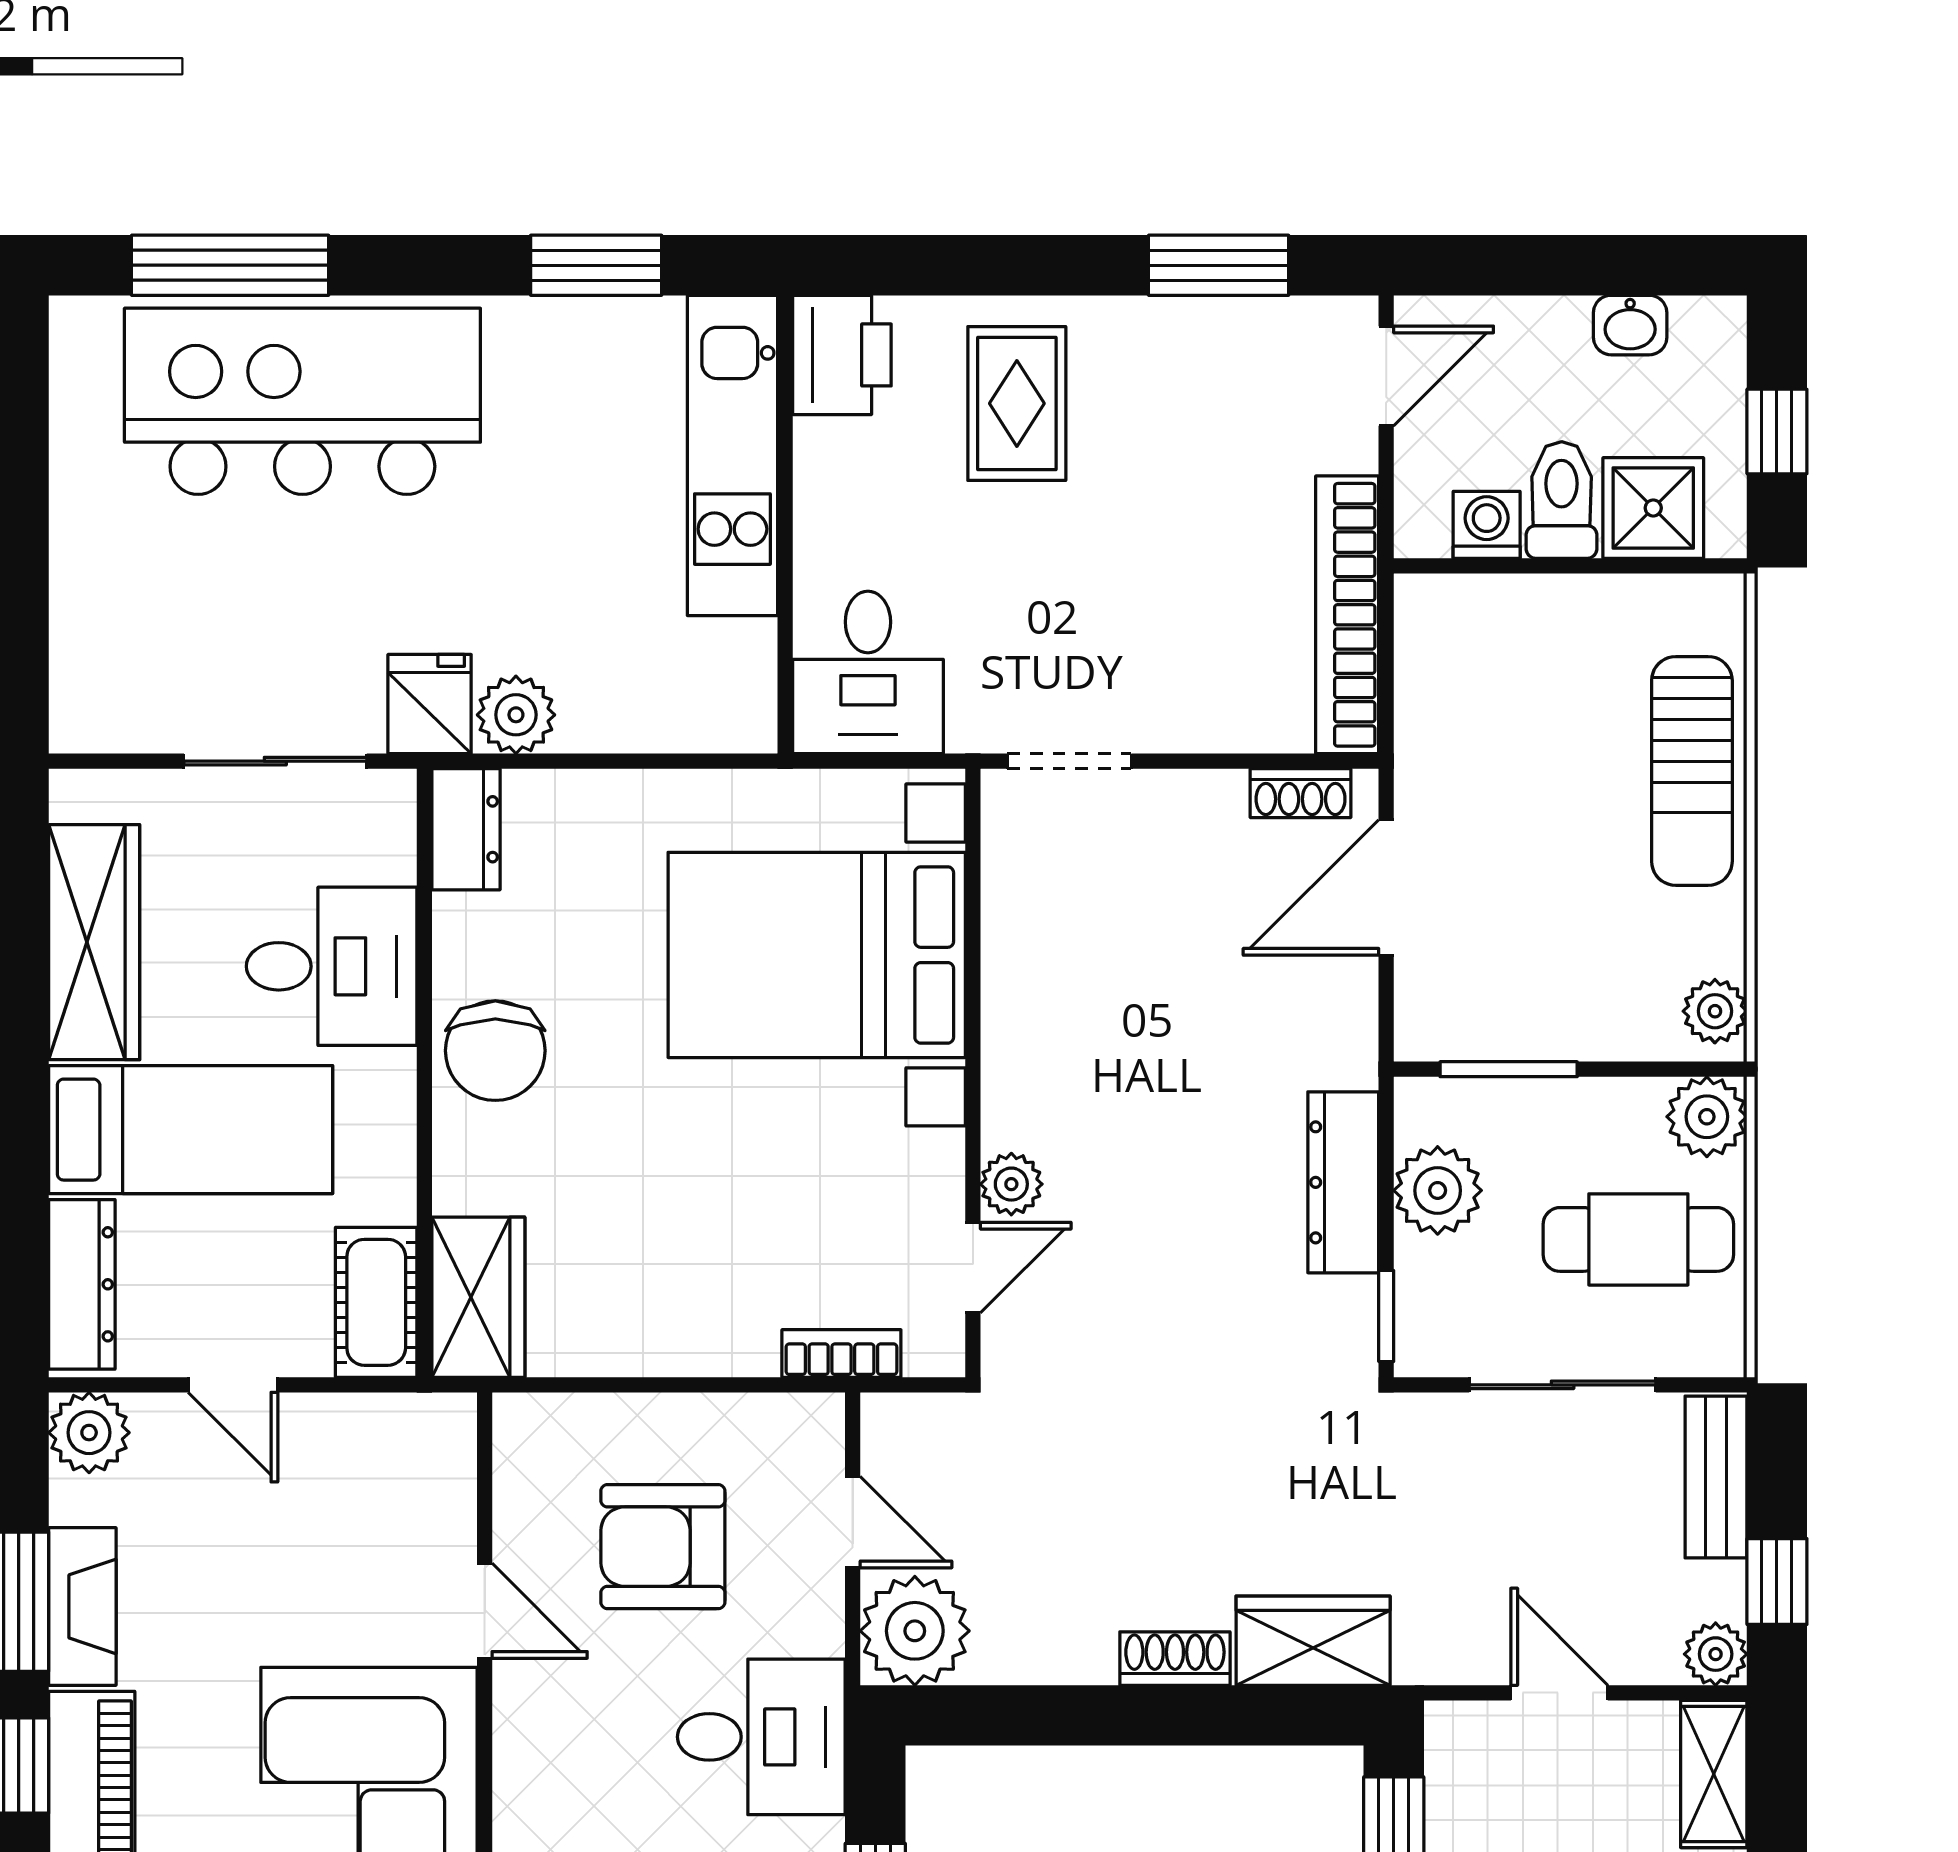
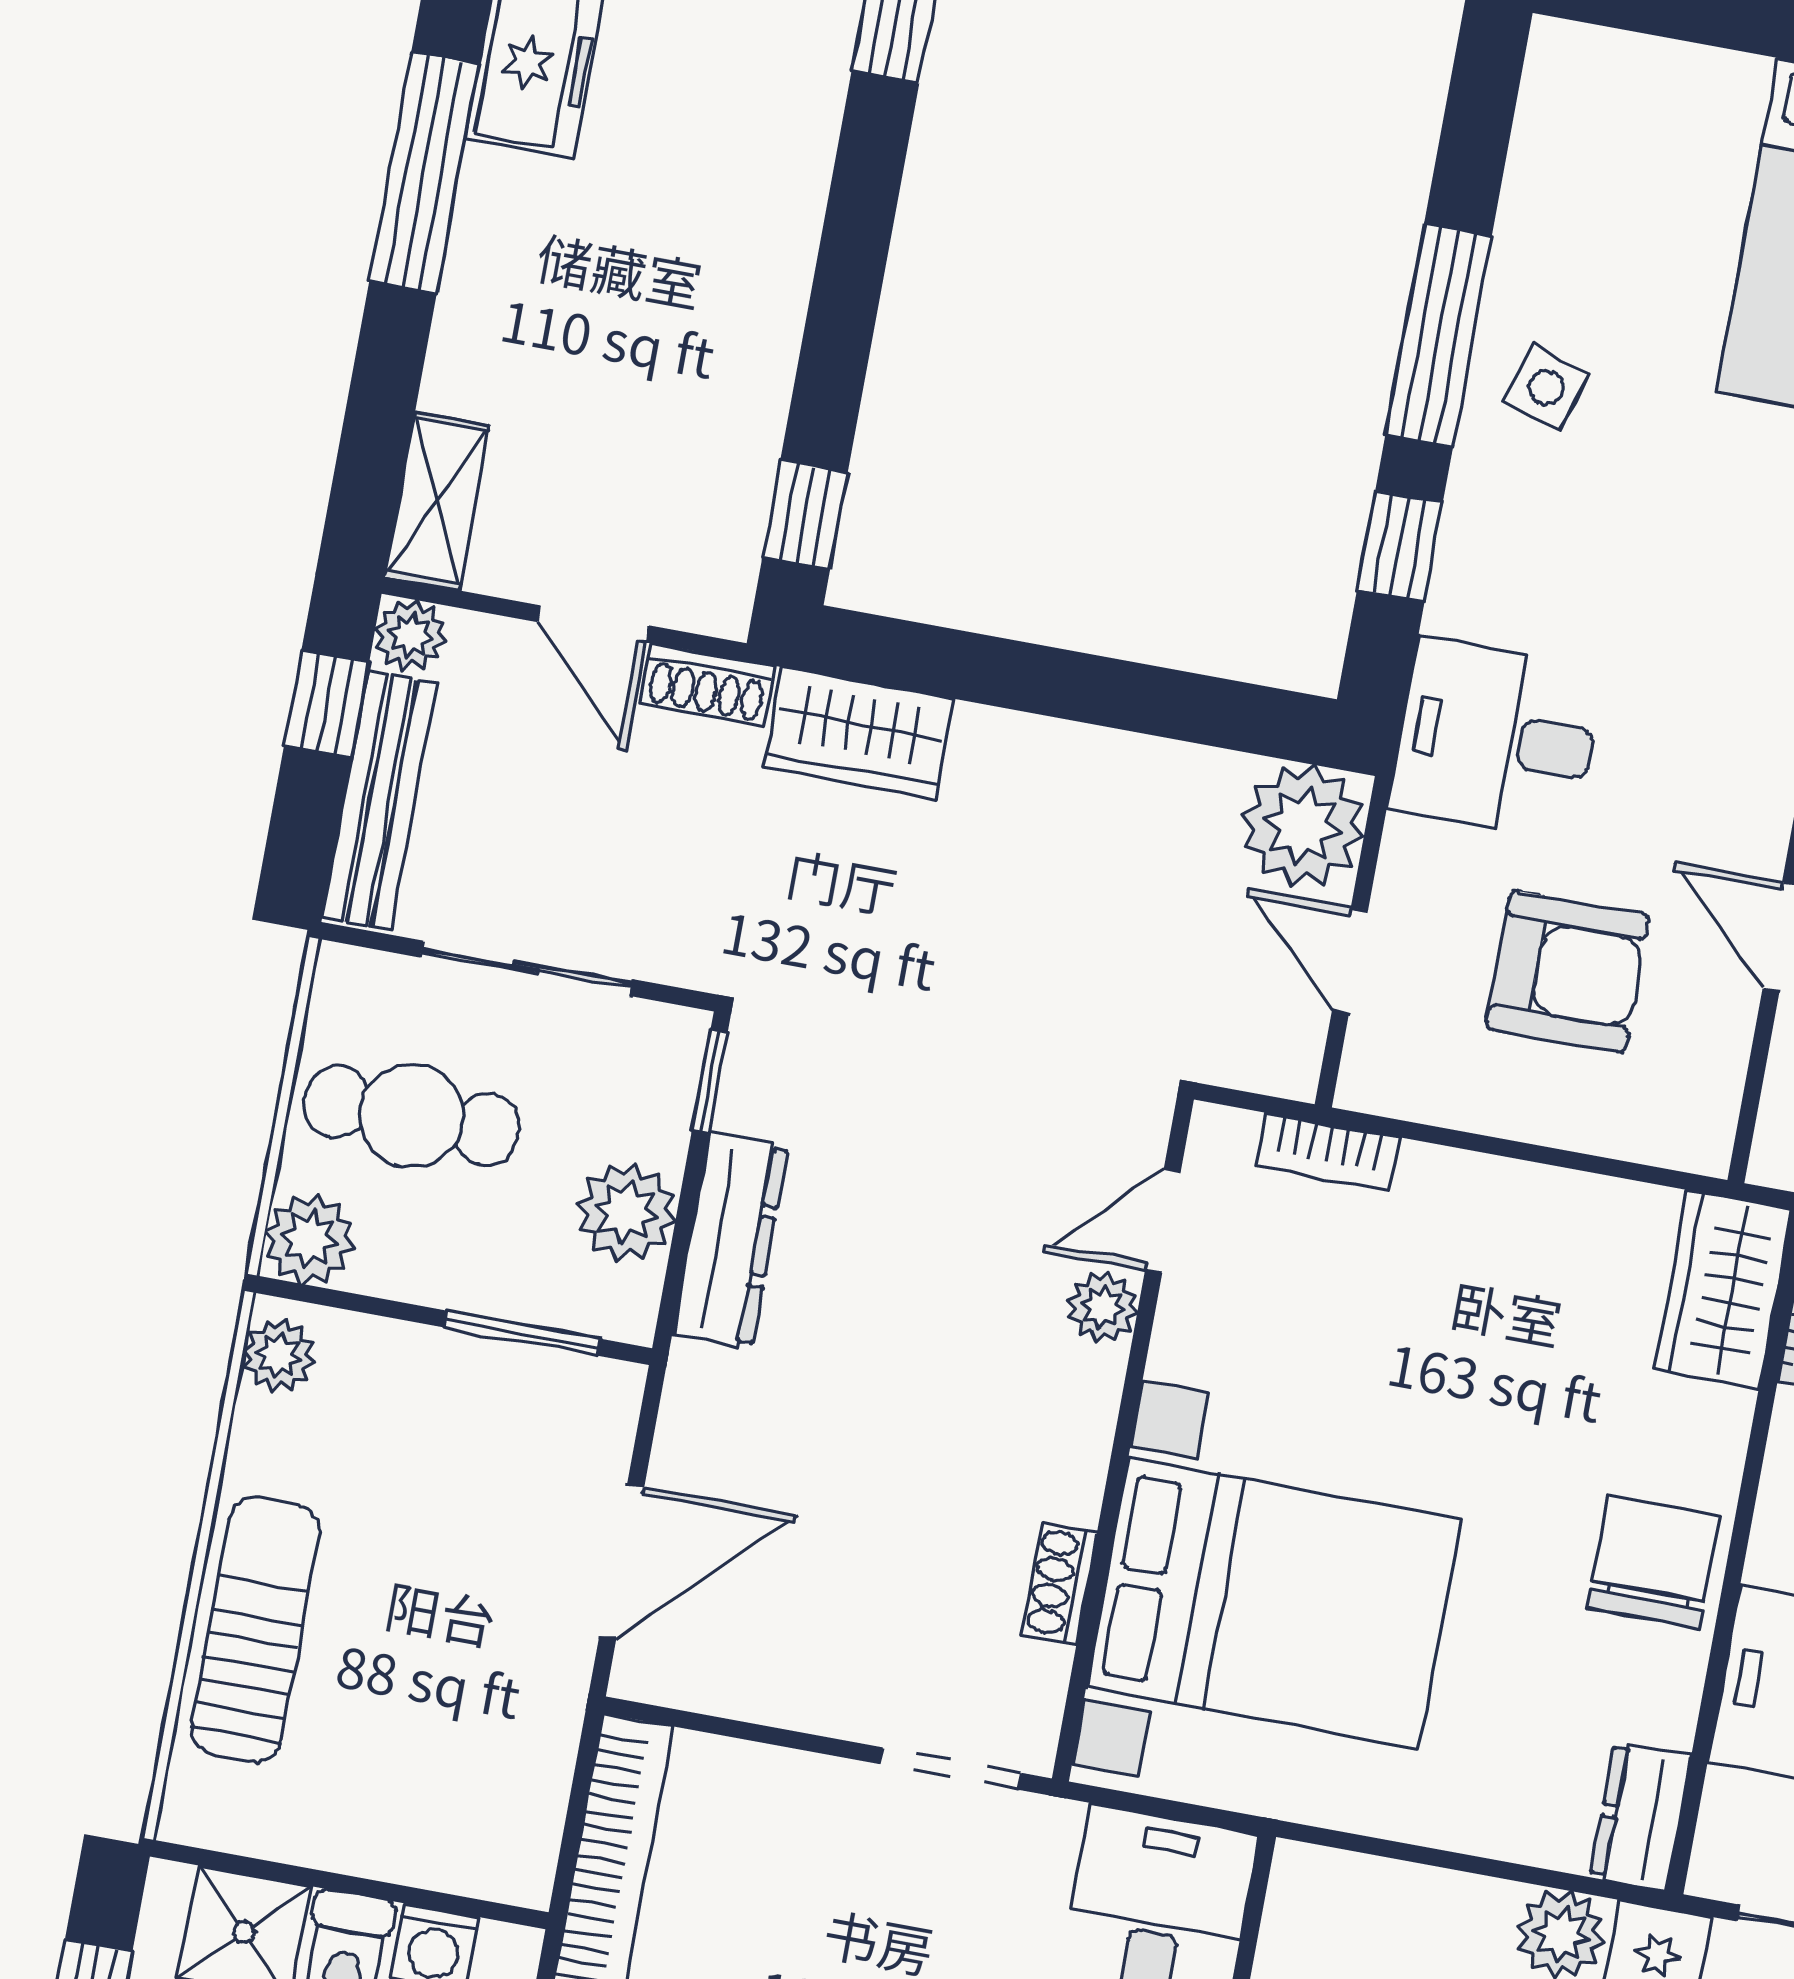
shoe rack: (1301, 793) -> (1059, 1584), moved, turned -90
bench: (1716, 1477) -> (379, 800), width x1.36
shoe rack: (1175, 1659) -> (707, 684), moved

